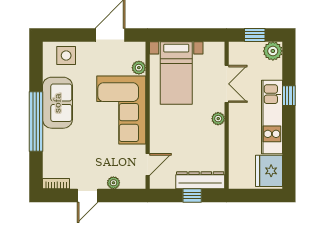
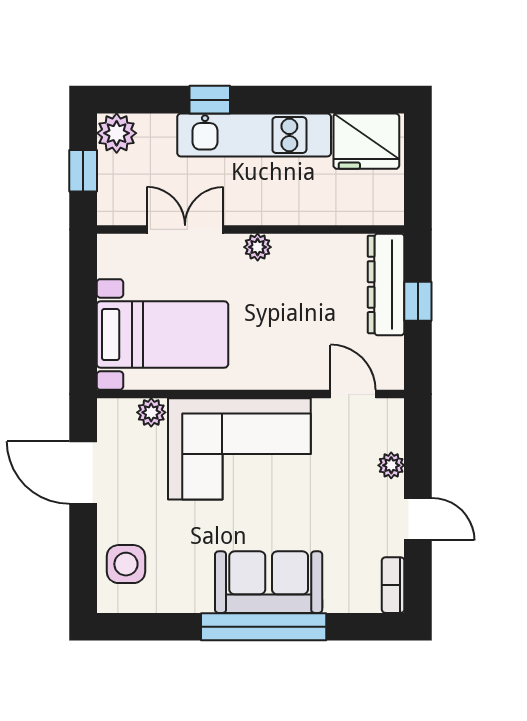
sofa: (57, 103) -> (269, 582), moved

